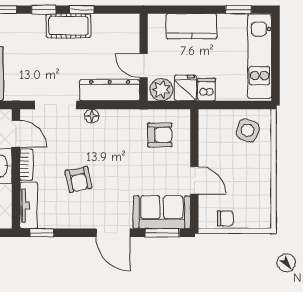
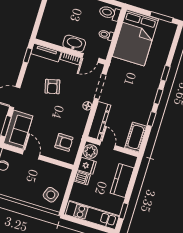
cot: (68, 26) -> (136, 137), moved
door: (144, 66) -> (107, 145), hinge flipped
armchair: (160, 135) -> (64, 142), turned -90
armchair: (78, 179) -> (52, 87), turned -92
door: (194, 180) -> (31, 154), swing flipped

